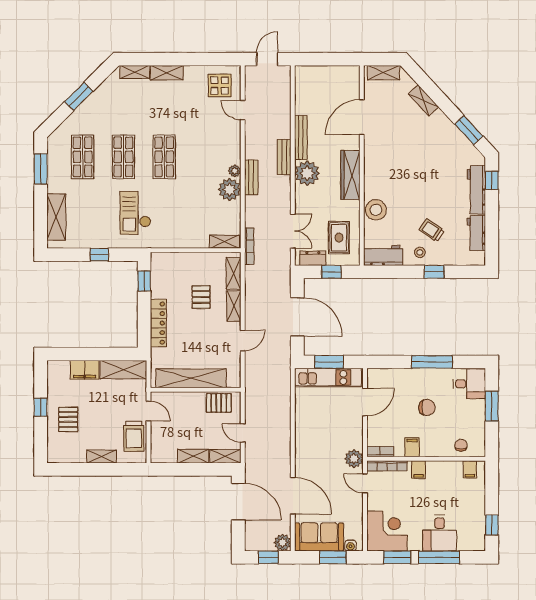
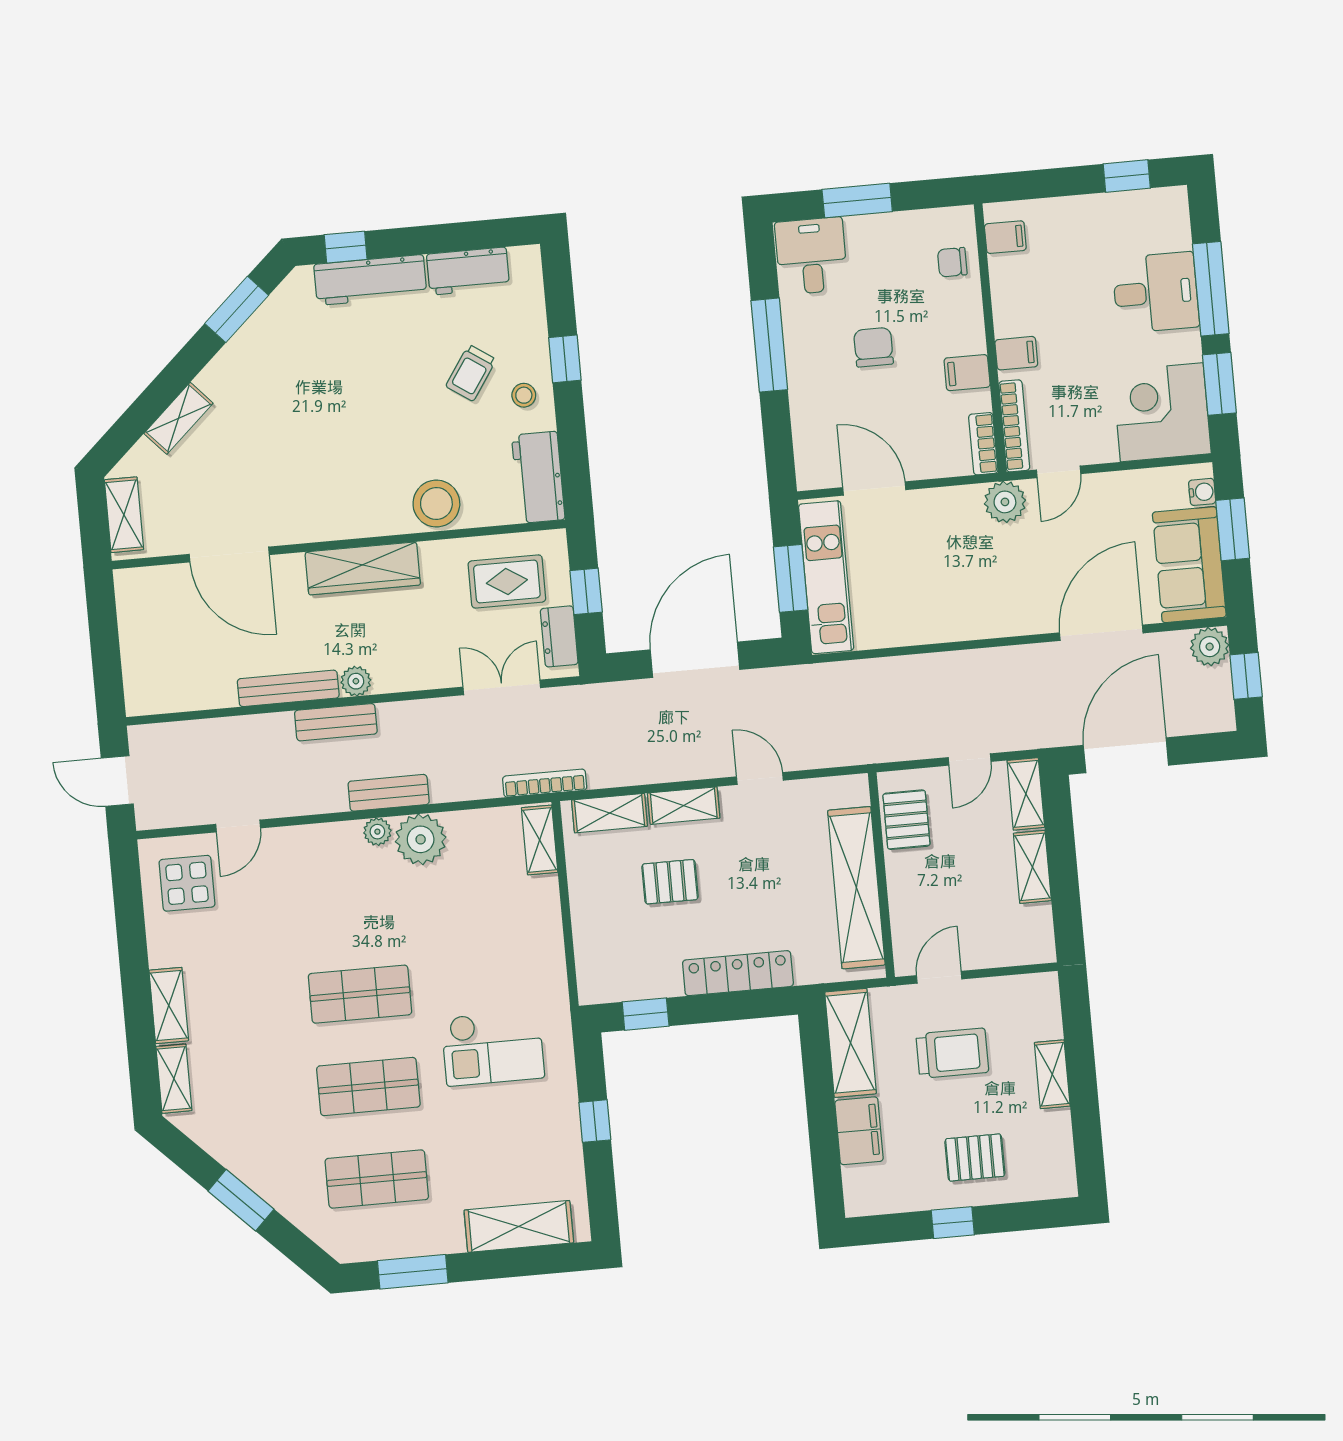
plant: (307, 173) -> (356, 681), width x0.53, depth x0.53
trolley: (134, 436) -> (952, 1053), moved

